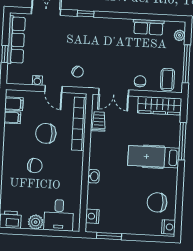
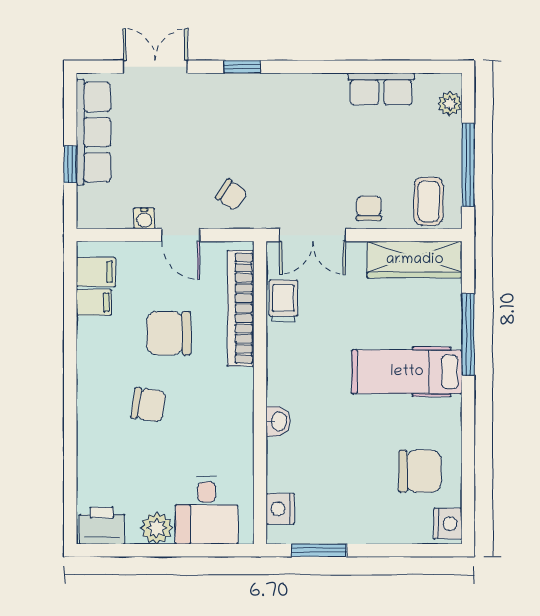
chair: (157, 202) -> (420, 471), turned 180

